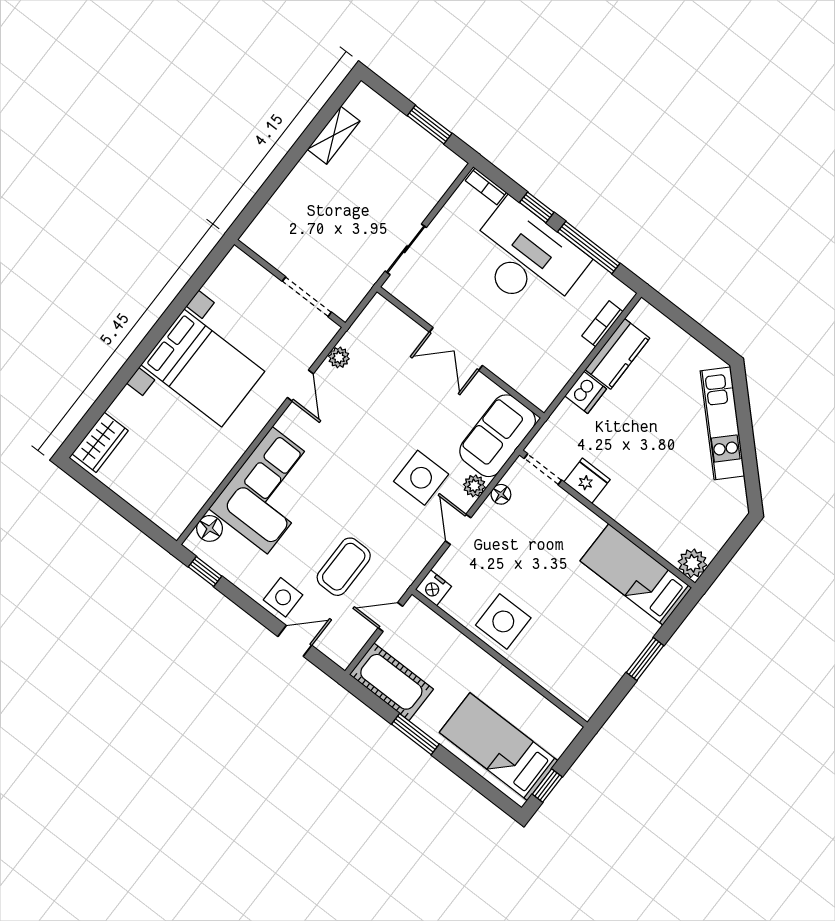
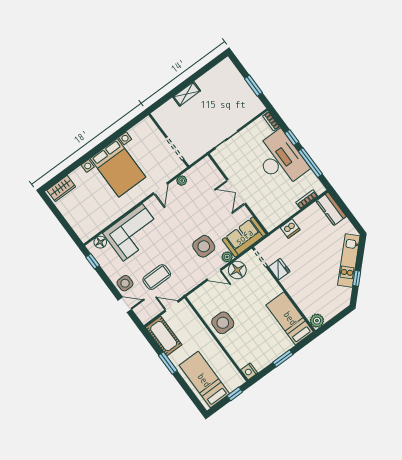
shelving: (334, 135) -> (187, 94), moved
kitchen counter: (617, 354) -> (331, 209), moved, turned 90
window: (749, 455) -> (357, 278), added
floor lamp: (501, 494) -> (237, 270), width x1.89, depth x1.89
door: (458, 529) -> (214, 275), swing flipped
nightstand: (433, 588) -> (249, 371), moved
window: (547, 786) -> (235, 394), moved

